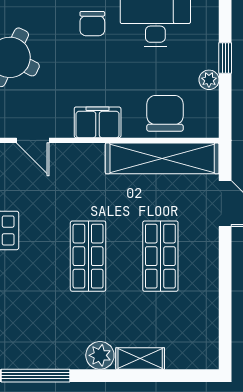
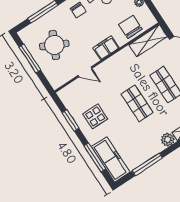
shelving: (162, 158) -> (148, 41), width x0.68

